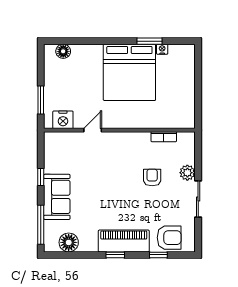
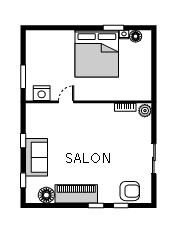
floor lamp: (63, 51) -> (136, 36), moved
plant: (187, 173) -> (145, 111), moved
armchair: (152, 178) -> (116, 141), removed
window: (41, 225) -> (23, 180), width x0.46
piano: (124, 241) -> (76, 194), moved
window: (115, 255) -> (96, 205), moved

